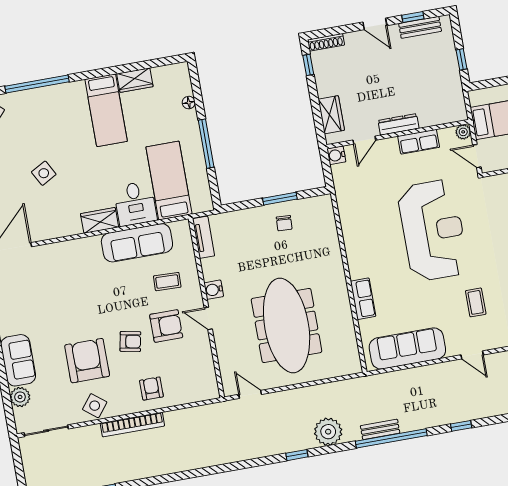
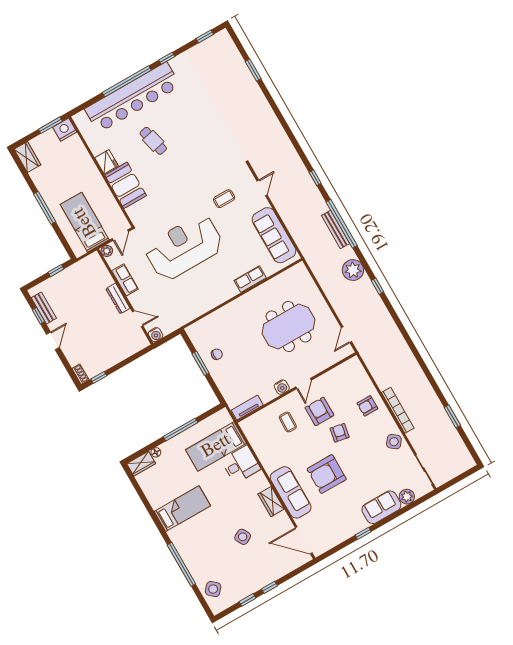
shoe rack: (326, 42) -> (80, 374), width x0.70
wardrobe: (135, 80) -> (141, 464), moved, turned 90
wardrobe: (331, 115) -> (128, 349), removed
wardrobe: (100, 220) -> (271, 502), moved
sofa: (137, 243) -> (291, 492), moved
meeting table: (287, 325) -> (289, 326), width x0.73
armchair: (87, 361) -> (327, 474), moved
bench: (380, 429) -> (336, 229), width x1.36

